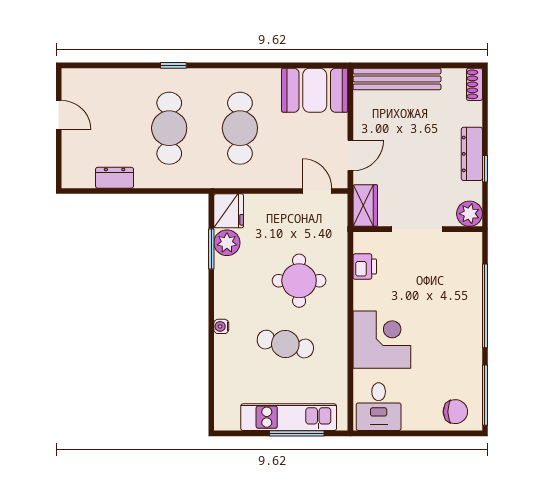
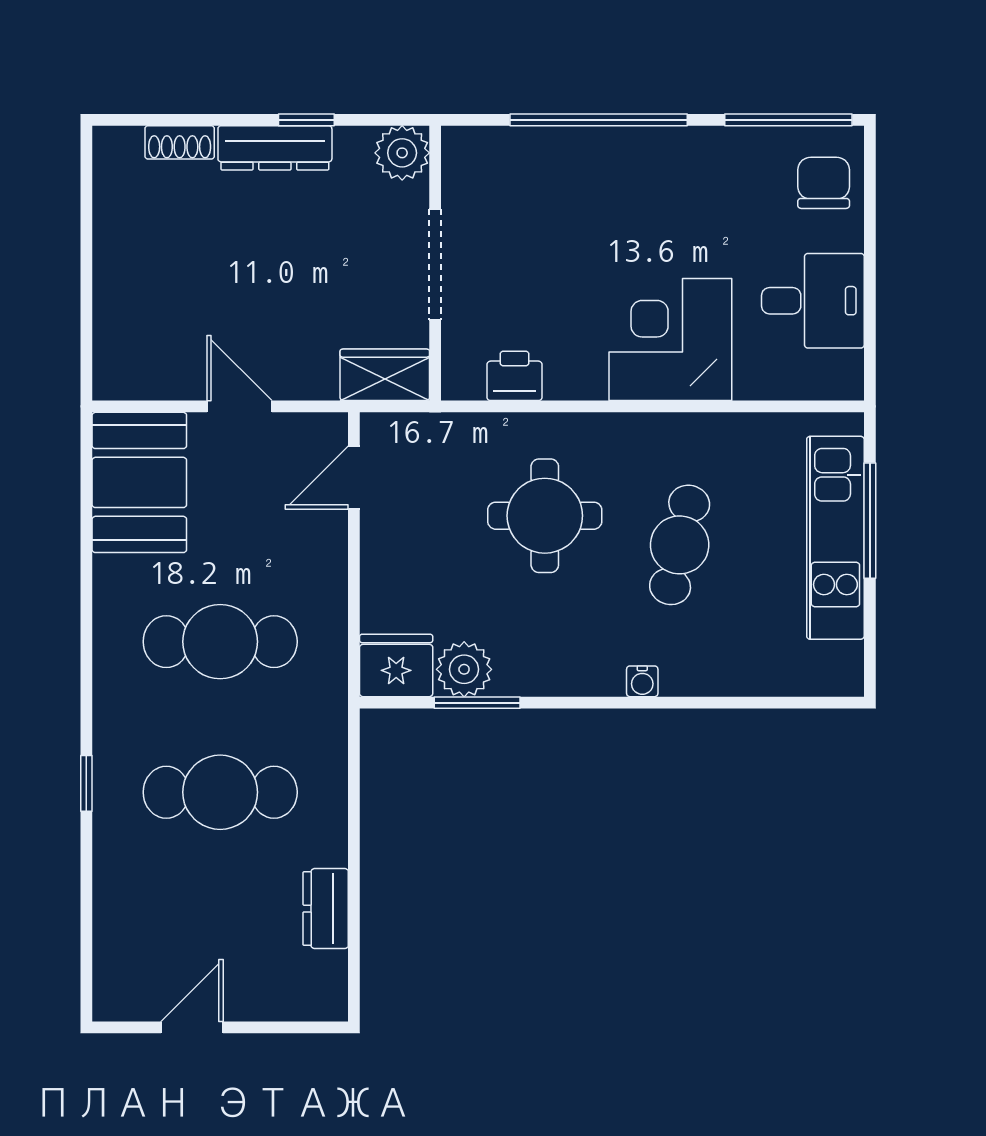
bench: (397, 79) -> (115, 307), removed
shoe rack: (474, 84) -> (180, 142), moved
door: (350, 155) -> (239, 406), moved
desk: (379, 407) -> (813, 301), moved

